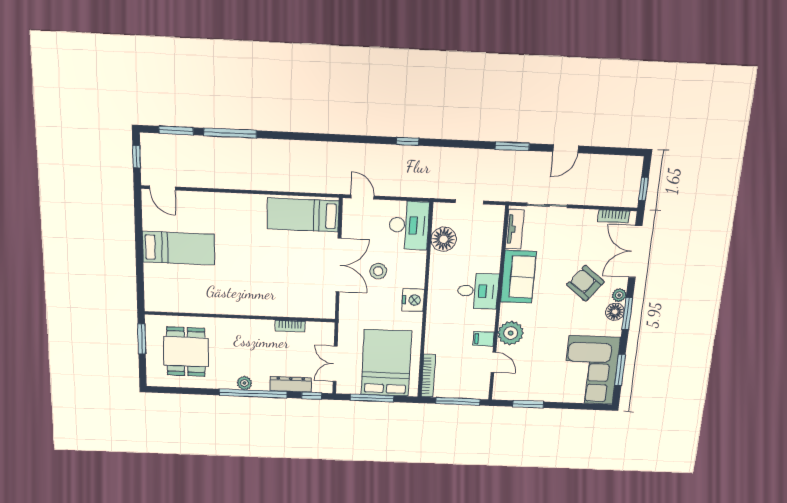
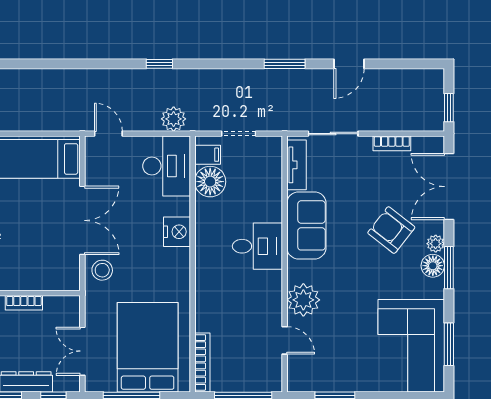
plant: (417, 188) -> (174, 119), added
bookcase: (614, 216) -> (392, 143), moved
stool: (378, 271) -> (102, 270), moved
nightstand: (413, 300) -> (177, 232), moved
filing cabinet: (484, 339) -> (208, 155), moved, turned 180

